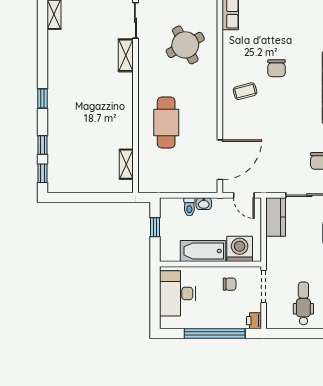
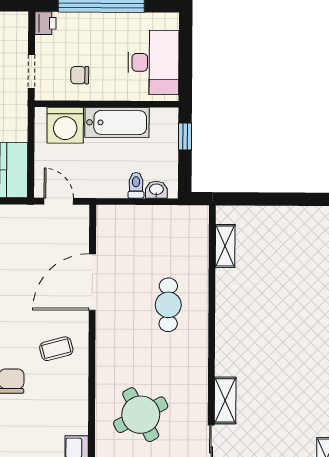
cafe table: (166, 123) -> (168, 305), width x0.73, depth x0.74
door: (220, 160) -> (92, 282), moved
washbasin: (204, 204) -> (156, 190), moved
window: (155, 227) -> (185, 136), moved
doorway: (264, 286) -> (31, 72), width x0.73

